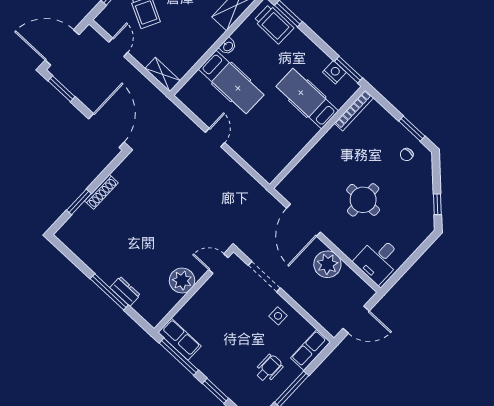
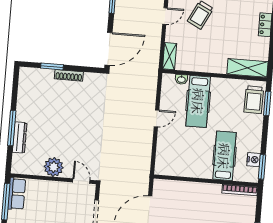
washbasin: (228, 46) -> (181, 79), moved
dresser: (125, 291) -> (20, 138), width x1.44

